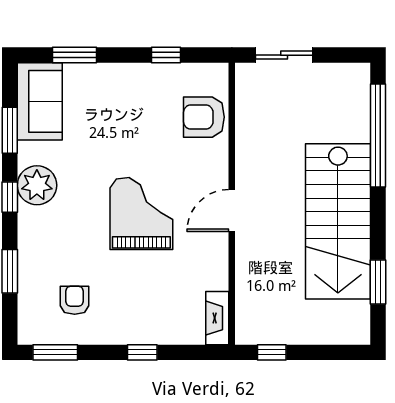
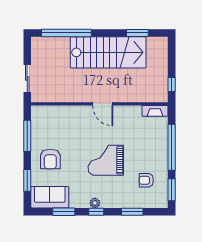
window: (166, 55) -> (27, 136), width x2.17
armchair: (204, 117) -> (50, 159), moved
plant: (37, 185) -> (95, 203), width x0.53, depth x0.53
grand piano: (141, 214) -> (106, 160), moved
window: (142, 352) -> (172, 147), width x3.17

